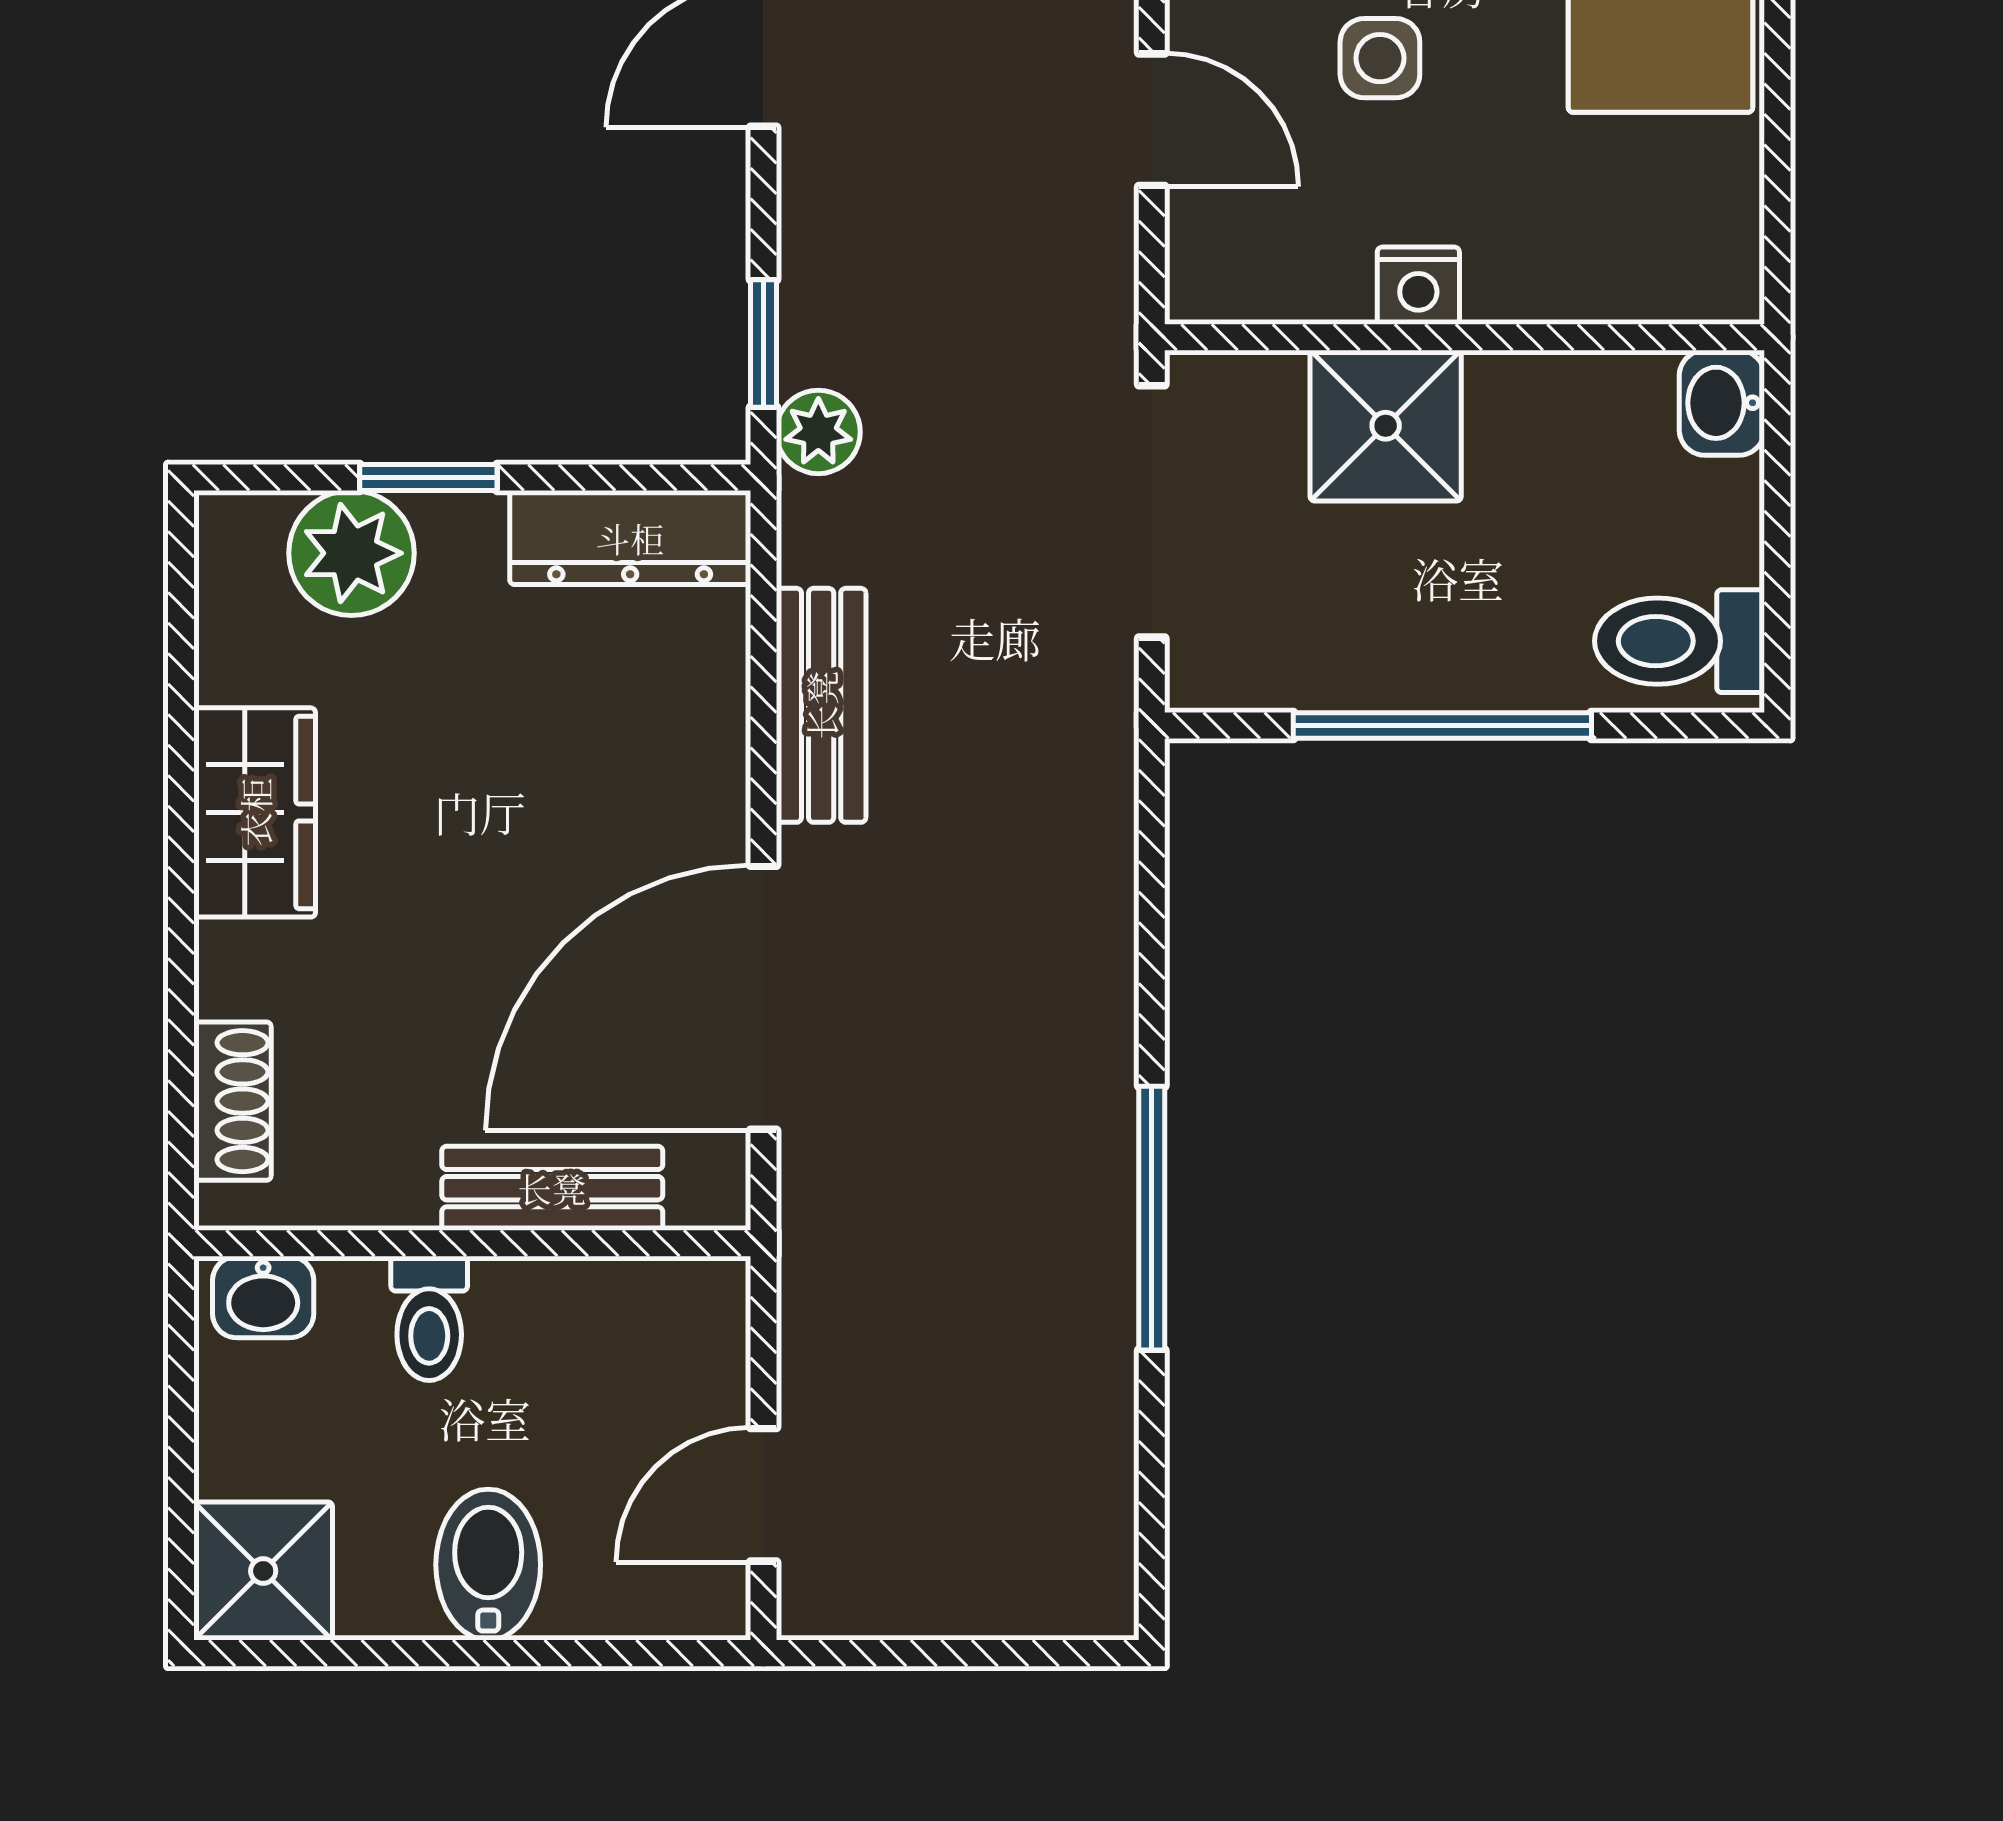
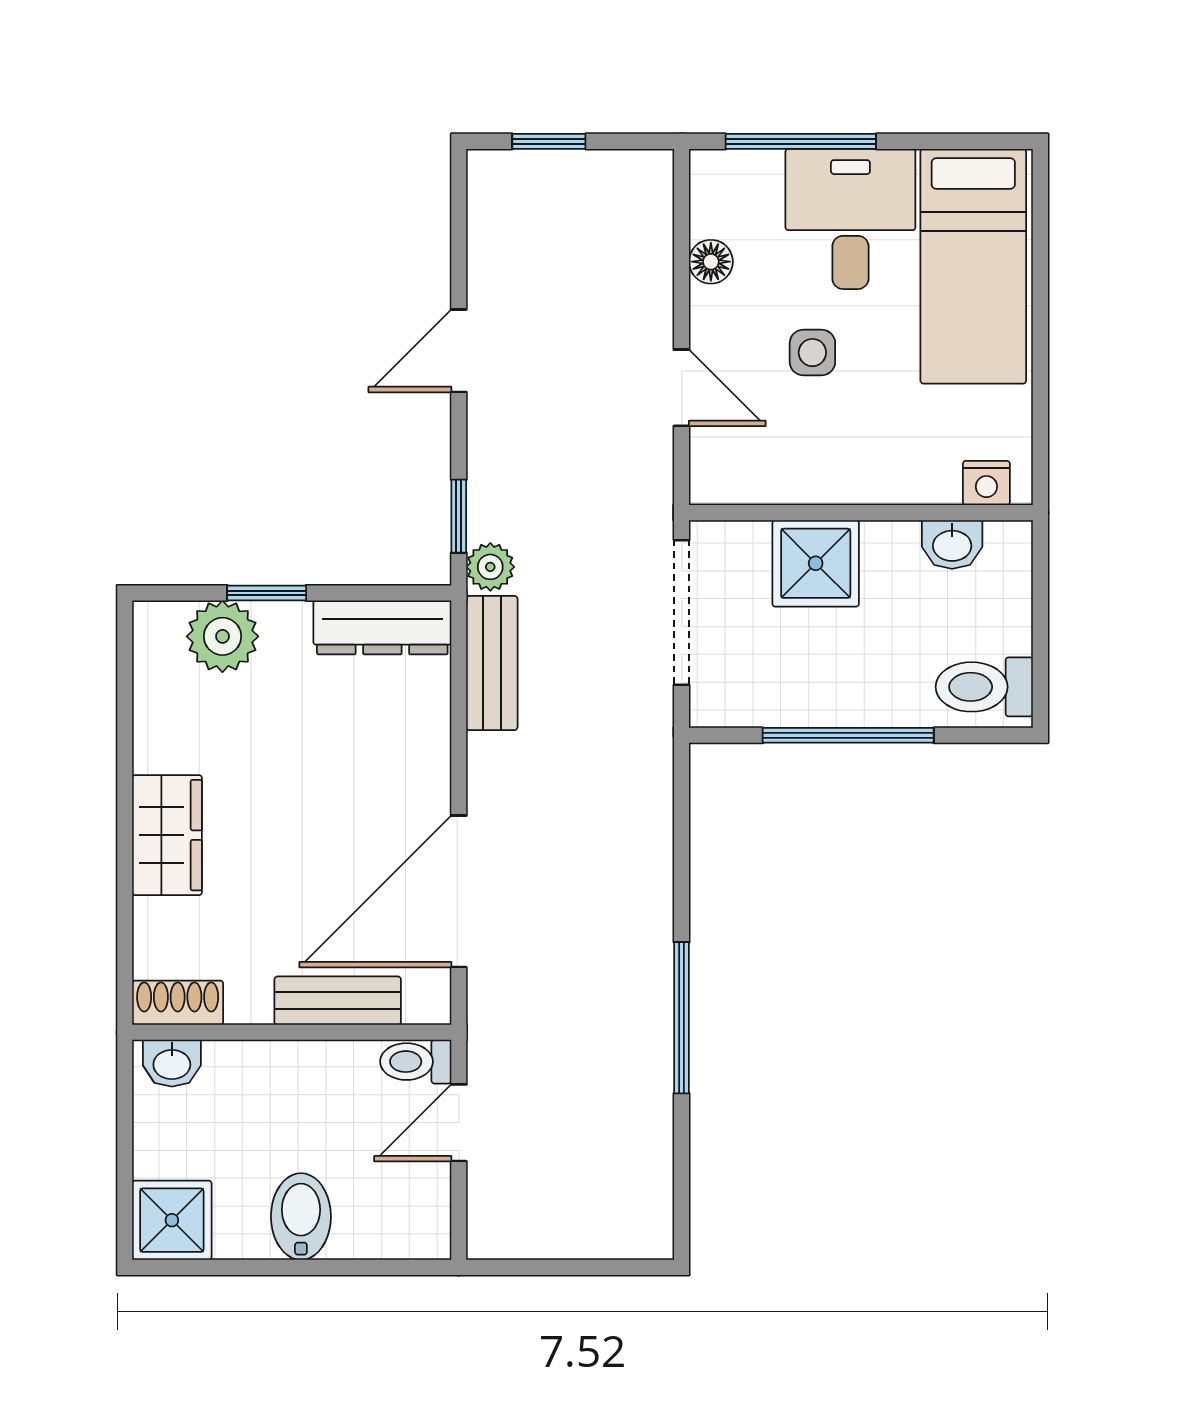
nightstand: (1418, 286) -> (986, 483), moved
washbasin: (1722, 403) -> (952, 544), moved, turned -90
bench: (821, 705) -> (492, 663), moved
wardrobe: (255, 812) -> (167, 835), moved
shoe rack: (232, 1101) -> (178, 1003), moved, turned -90
toilet: (429, 1318) -> (416, 1062), moved, turned 90
door: (763, 1495) -> (459, 1123), moved

